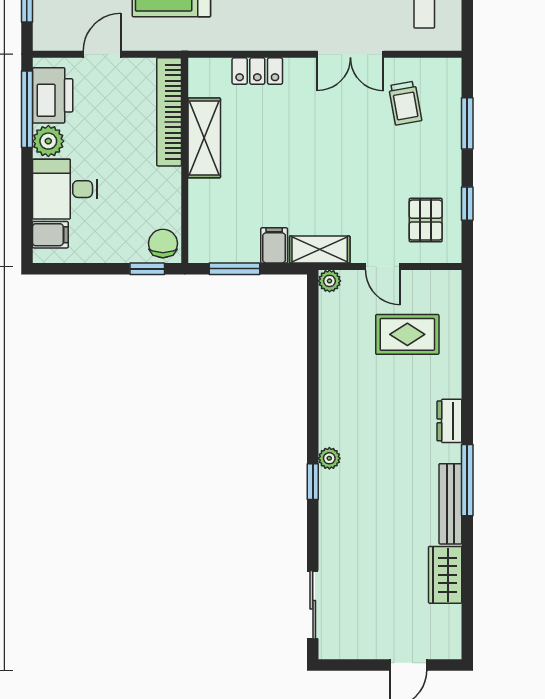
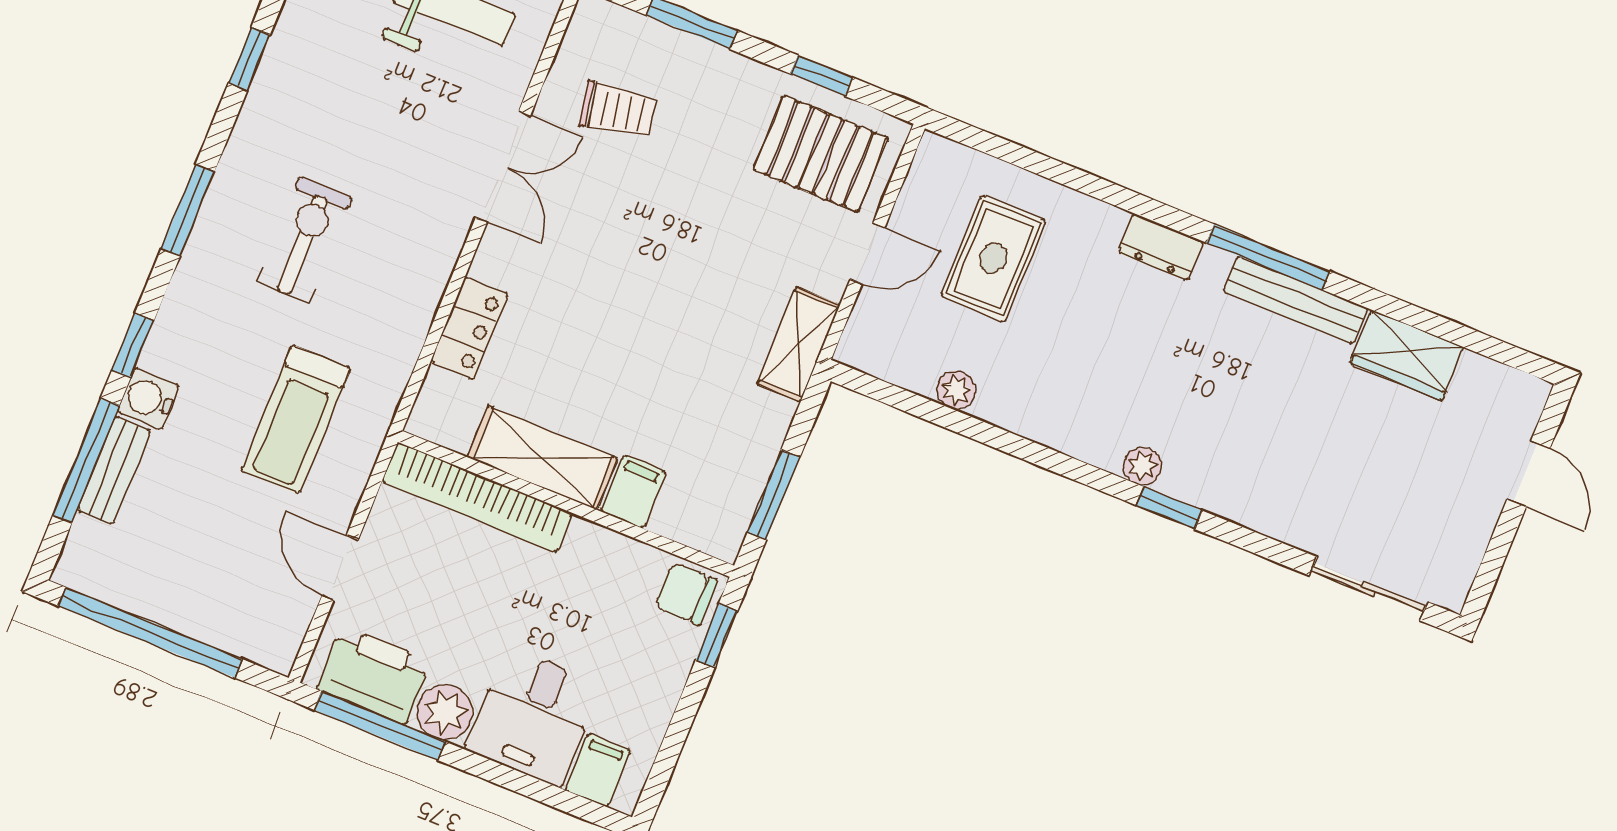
pallet: (426, 220) -> (821, 154), width x1.50, depth x1.42
filing cabinet: (274, 245) -> (633, 492), moved, turned 90
plant: (329, 281) -> (956, 390), moved

